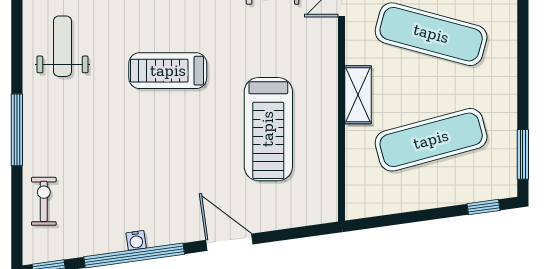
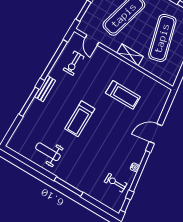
treadmill: (268, 129) -> (123, 95), width x0.73, depth x0.73
exercise bike: (44, 201) -> (116, 183), moved

